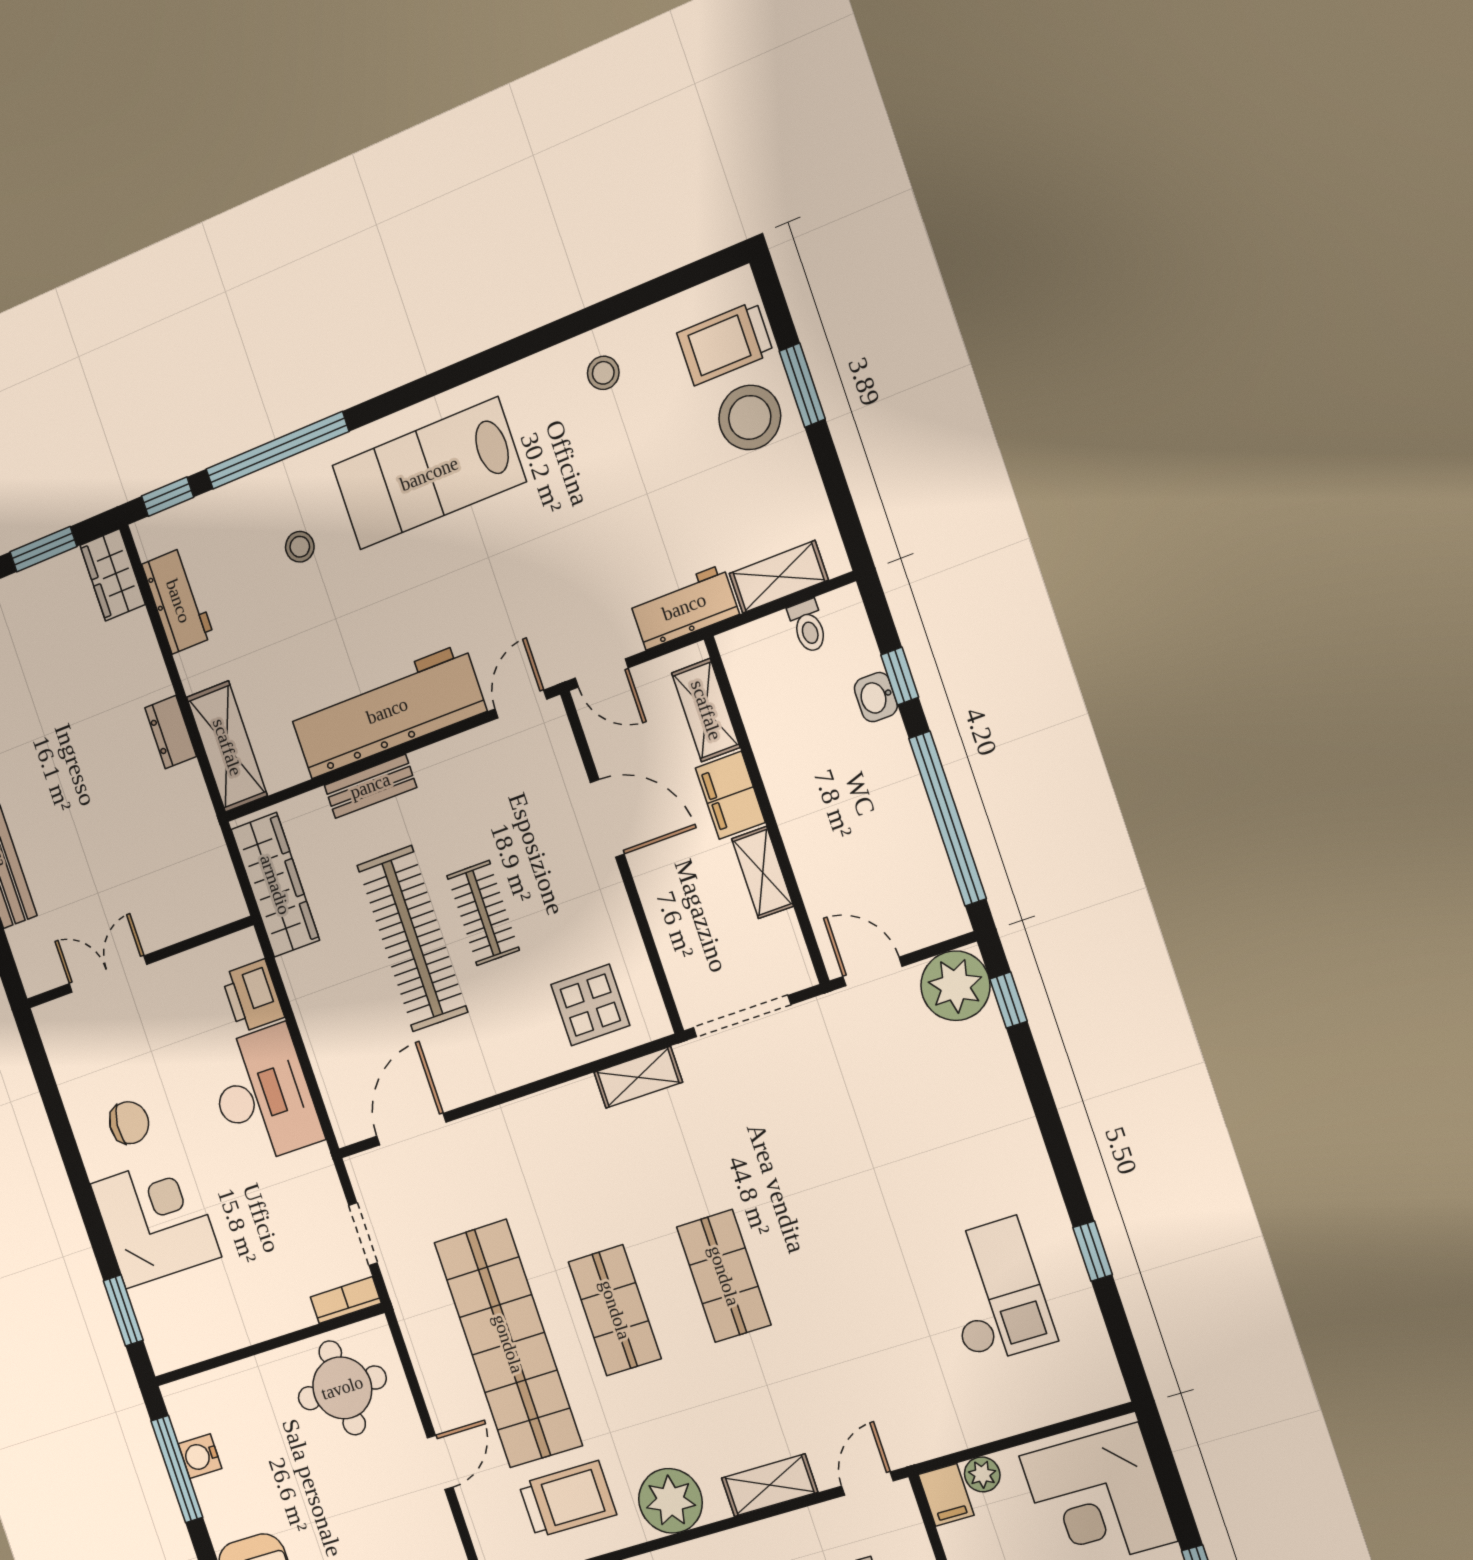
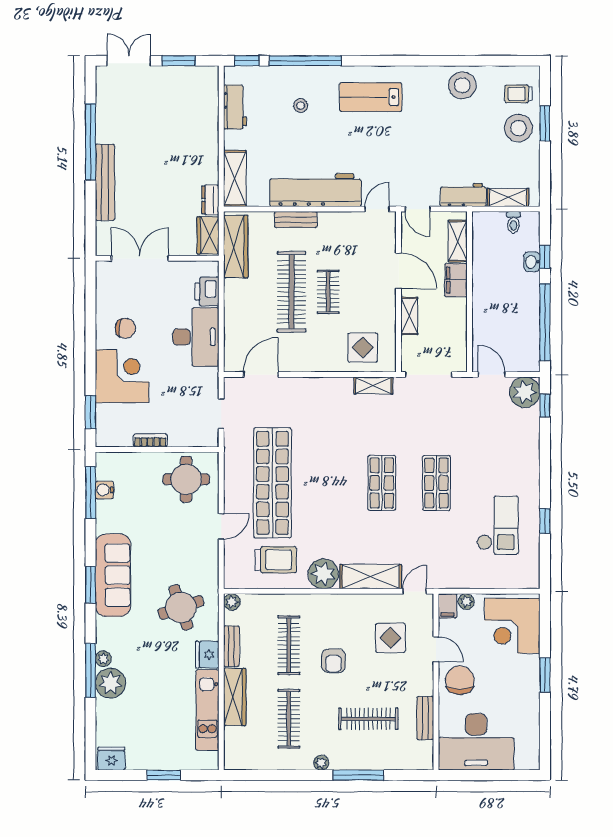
trolley: (725, 343) -> (518, 94), width x0.73, depth x0.72
stool: (603, 373) -> (462, 85), width x1.89, depth x1.89
lab bench: (429, 474) -> (371, 97), width x0.73, depth x0.72
wardrobe: (113, 575) -> (208, 235), moved
dresser: (171, 732) -> (210, 200), moved
shelving: (763, 872) -> (409, 316), moved
double door: (108, 974) -> (140, 258), width x1.37
bookcase: (346, 1300) -> (150, 440), moved
shop shelf: (615, 1310) -> (436, 483), moved
shelving: (770, 1485) -> (371, 577), width x1.50, depth x1.33

